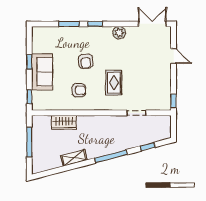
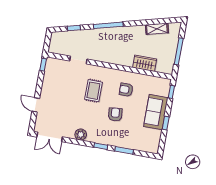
shelving: (74, 158) -> (157, 29), moved

